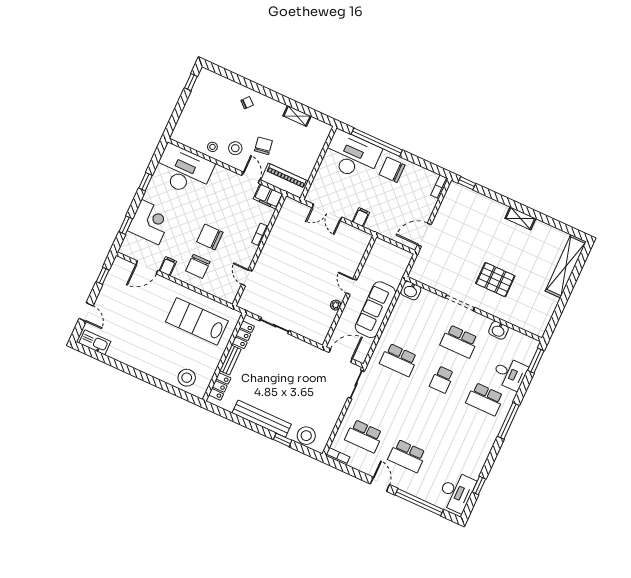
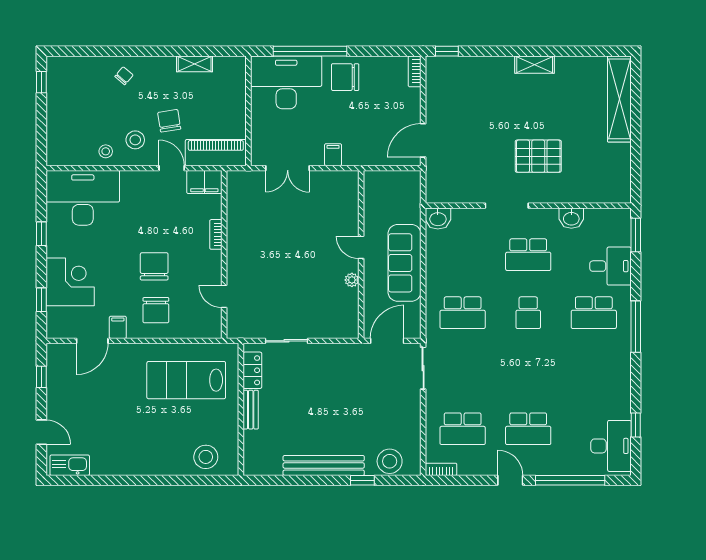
chair: (210, 237) -> (154, 266), turned 90
locker: (220, 386) -> (252, 449), removed

